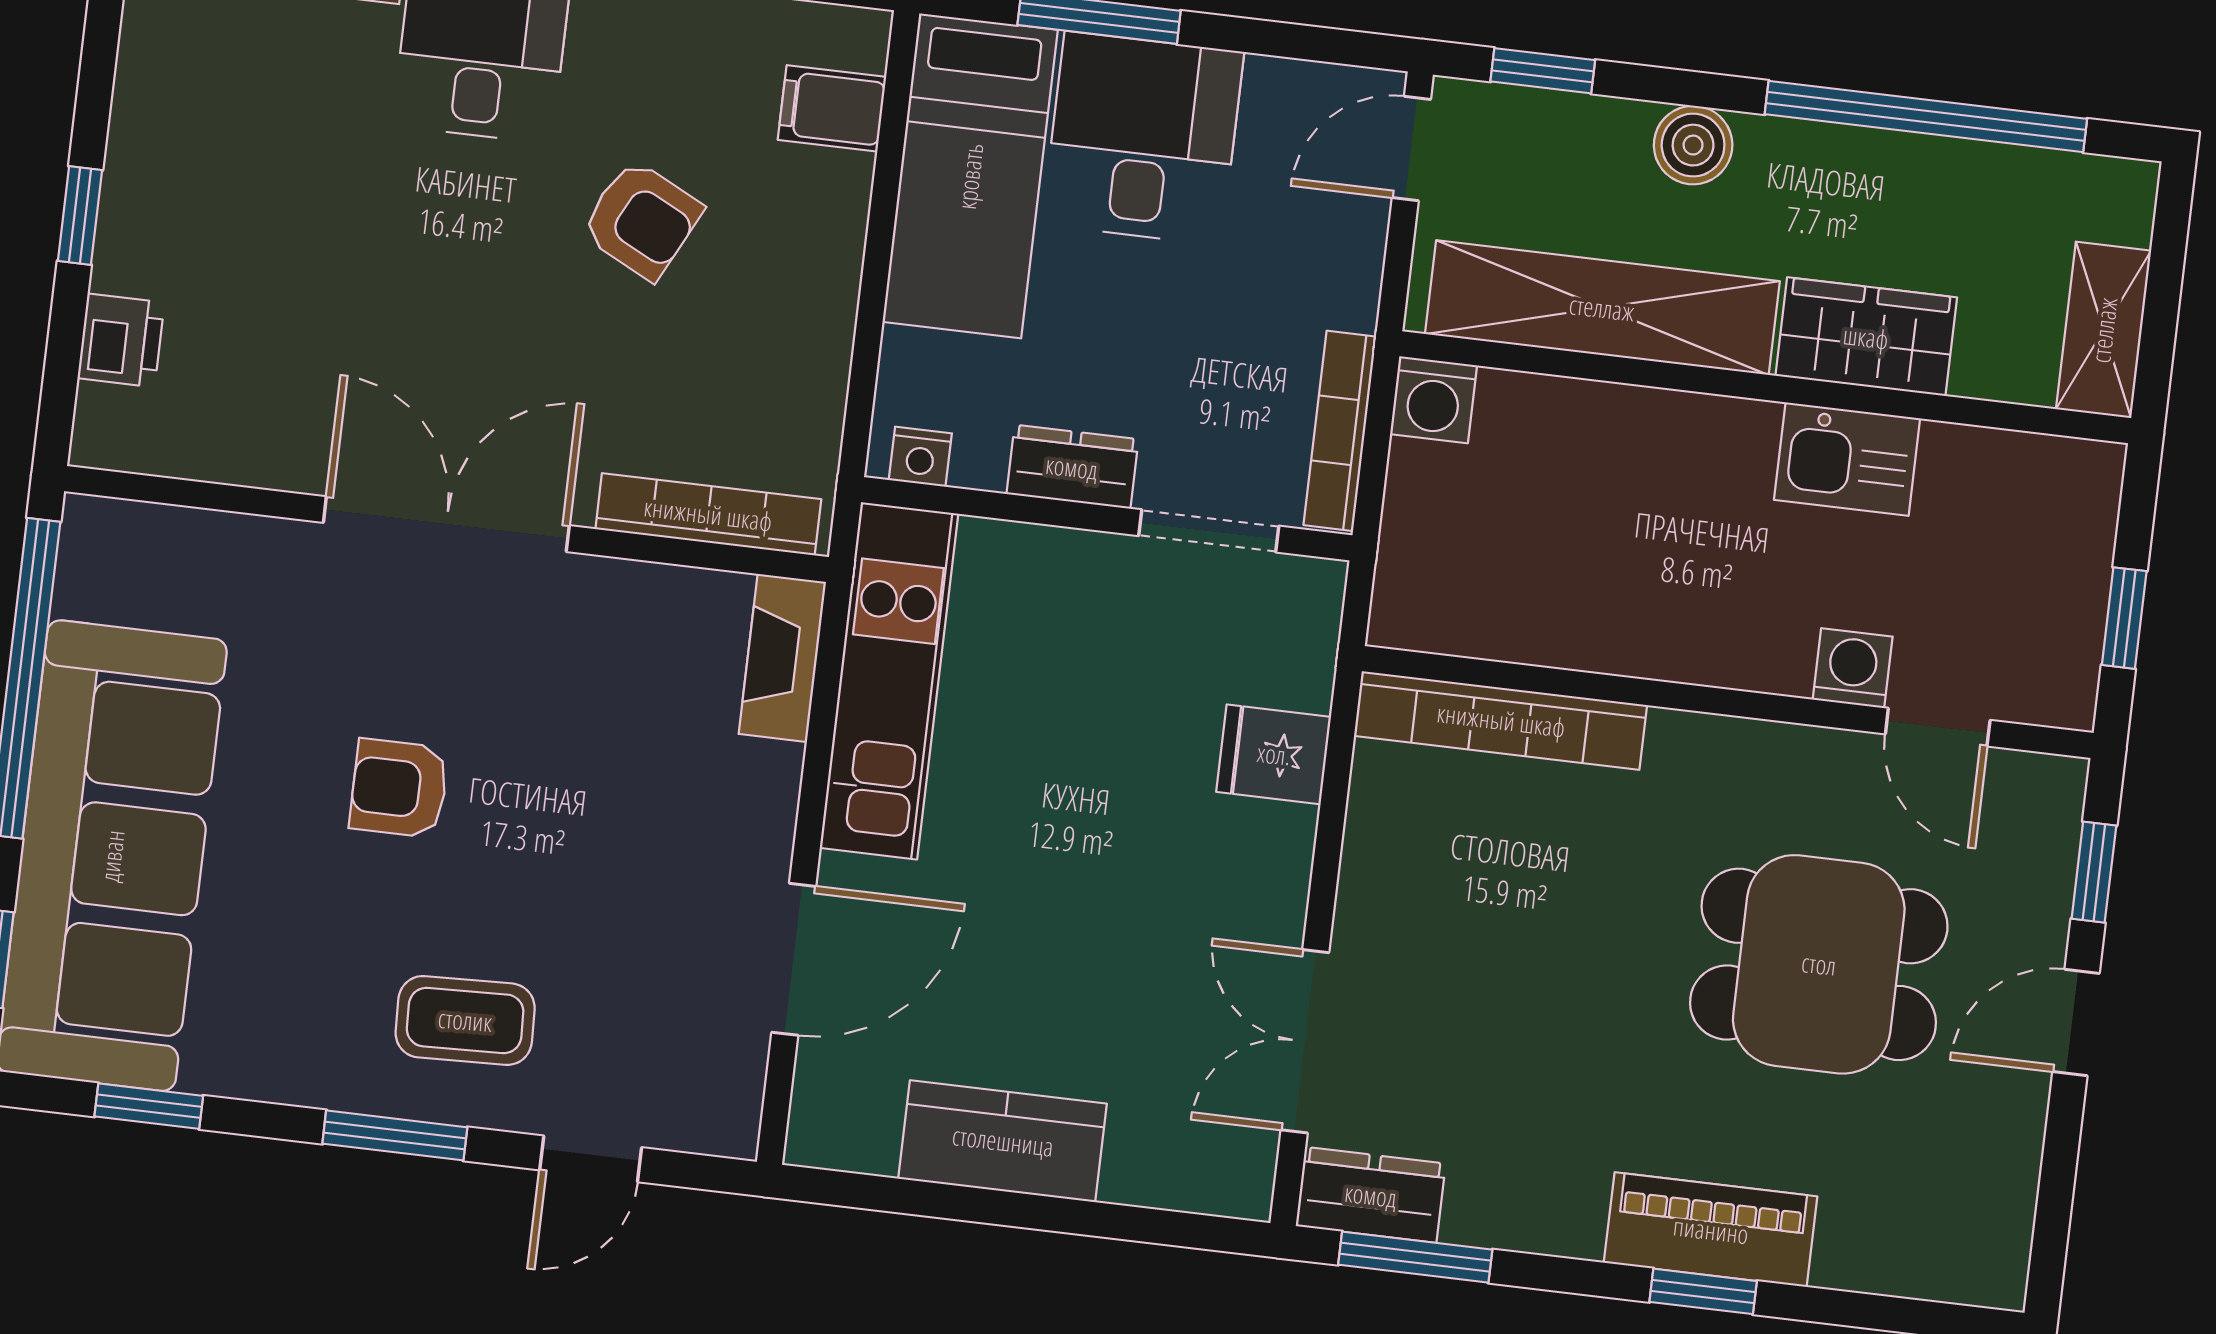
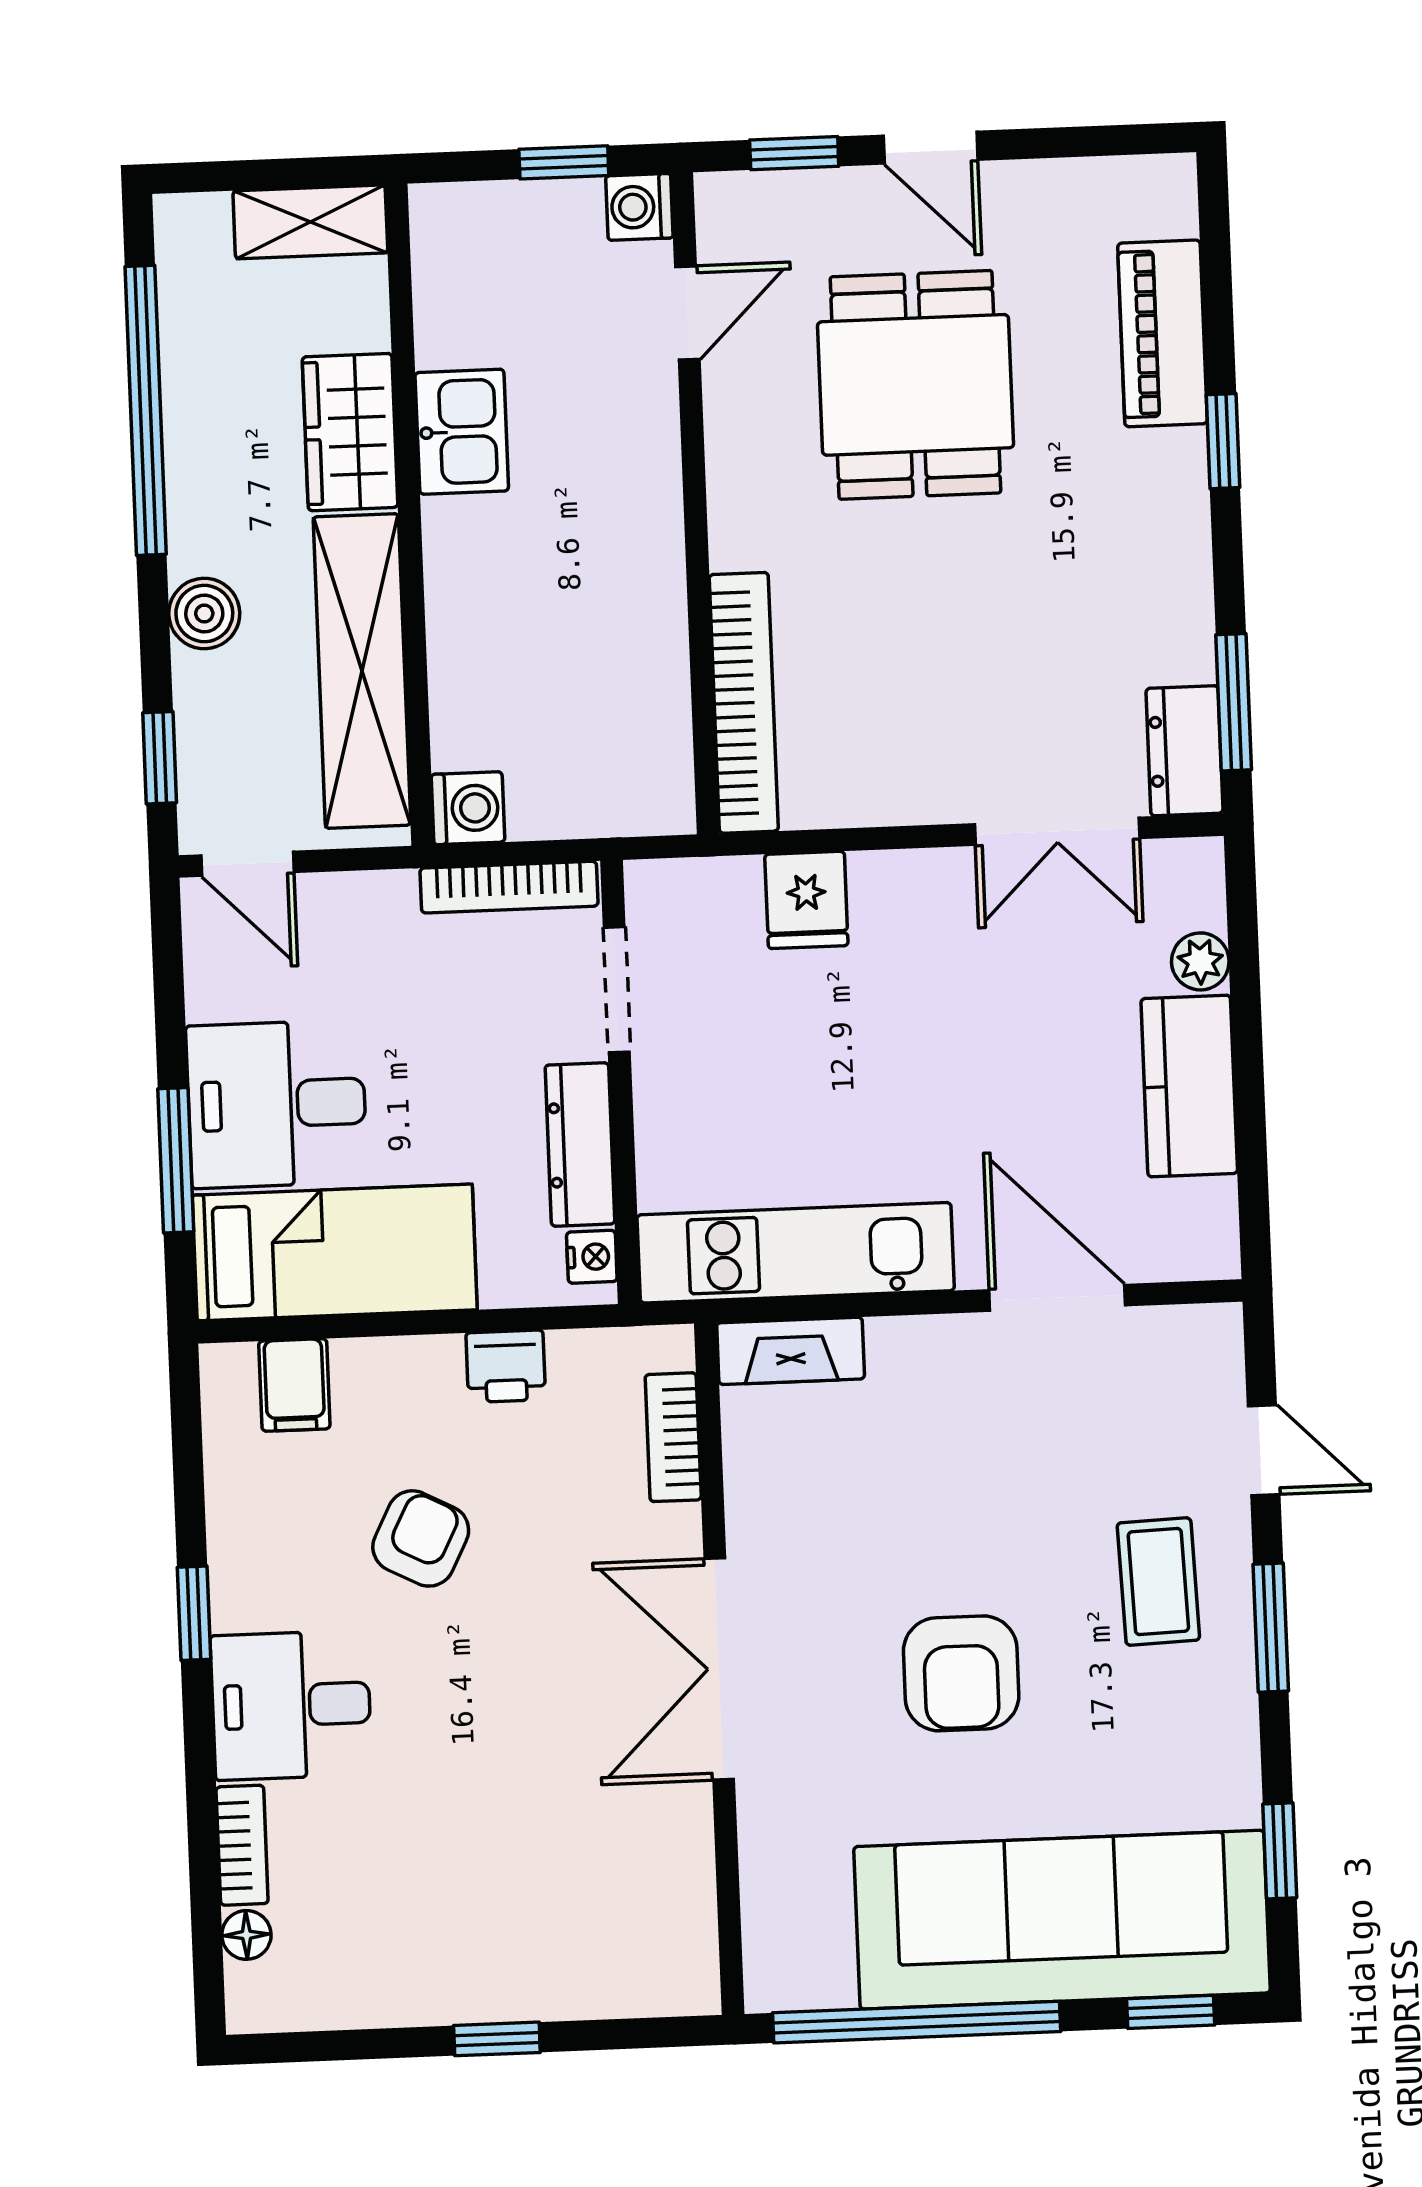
printer: (121, 340) -> (506, 1366), moved, turned 180
dresser: (1072, 467) -> (580, 1145), width x1.44
bookcase: (708, 514) -> (673, 1437), width x0.64
washing machine: (1853, 668) -> (639, 207), moved
armchair: (399, 788) -> (961, 1673), width x1.38, depth x1.38
plant: (1137, 1175) -> (1200, 961), added
piano: (1711, 1230) -> (1163, 333), moved

